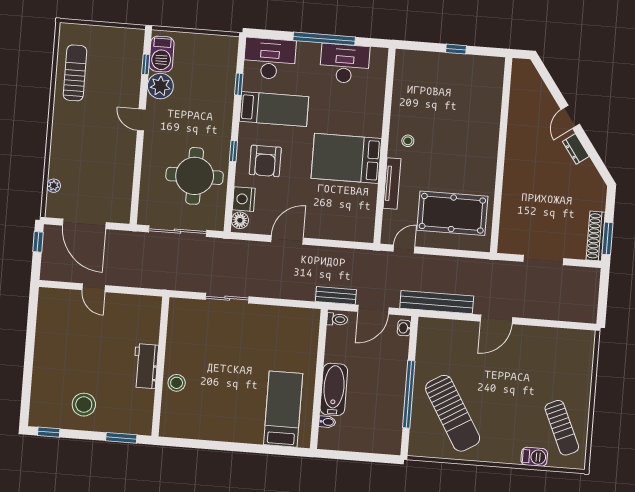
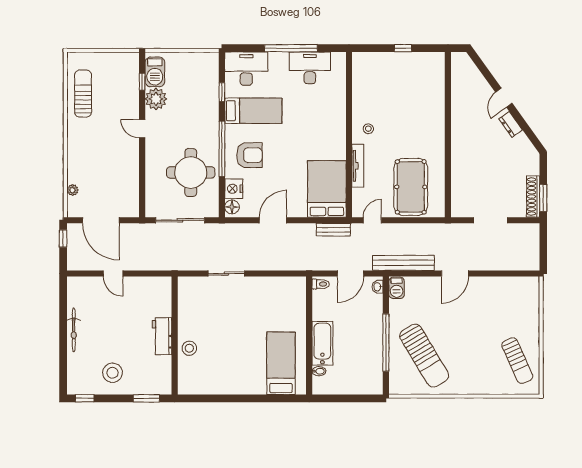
window: (233, 151) -> (222, 149), width x3.17
bed: (346, 158) -> (327, 189), moved, turned 90
armchair: (265, 161) -> (249, 155), turned -90
pool table: (452, 213) -> (411, 187), turned 90
bench: (336, 296) -> (333, 230), moved
bicycle: (42, 350) -> (74, 330), added
barbecue: (534, 457) -> (397, 288), moved, turned 90

